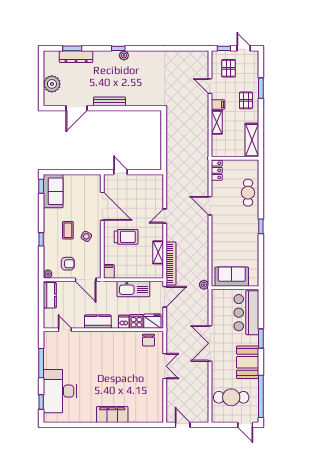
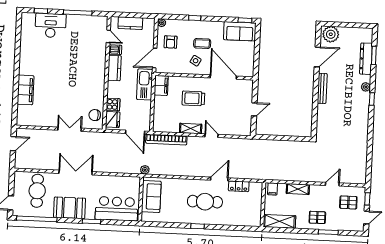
plant: (124, 56) -> (366, 87), moved
plant: (52, 84) -> (331, 34), moved
filing cabinet: (218, 104) -> (272, 189), moved
door: (76, 108) -> (317, 57), swing flipped
locker: (217, 170) -> (239, 186), moved
door: (120, 172) -> (254, 109), moved
cafe table: (248, 193) -> (205, 202), moved, width x1.37, depth x1.35
door: (102, 206) -> (223, 77), swing flipped
trolley: (126, 237) -> (193, 98), turned 90
shelving: (158, 252) -> (191, 129), moved
filing cabinet: (109, 271) -> (161, 85), width x2.00
kitchen sink: (133, 289) -> (145, 84), moved
kitchen counter: (50, 295) -> (130, 23), moved
dishwasher: (124, 322) -> (115, 50), moved
door: (65, 330) -> (108, 36), hinge flipped
double door: (210, 343) -> (76, 172), moved
double door: (165, 366) -> (70, 129), swing flipped
desk: (60, 391) -> (51, 25), width x0.73, depth x0.77
filing cabinet: (112, 414) -> (26, 90), moved

